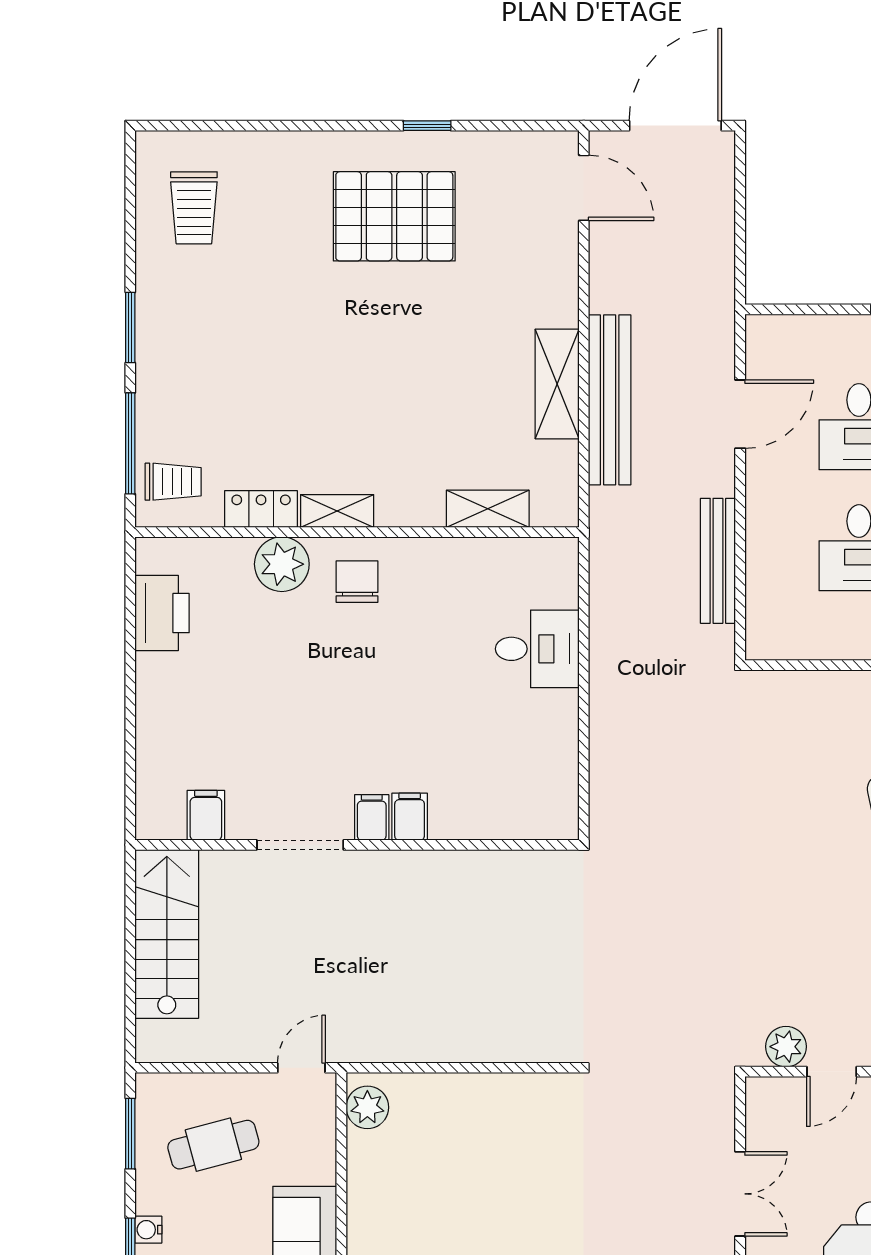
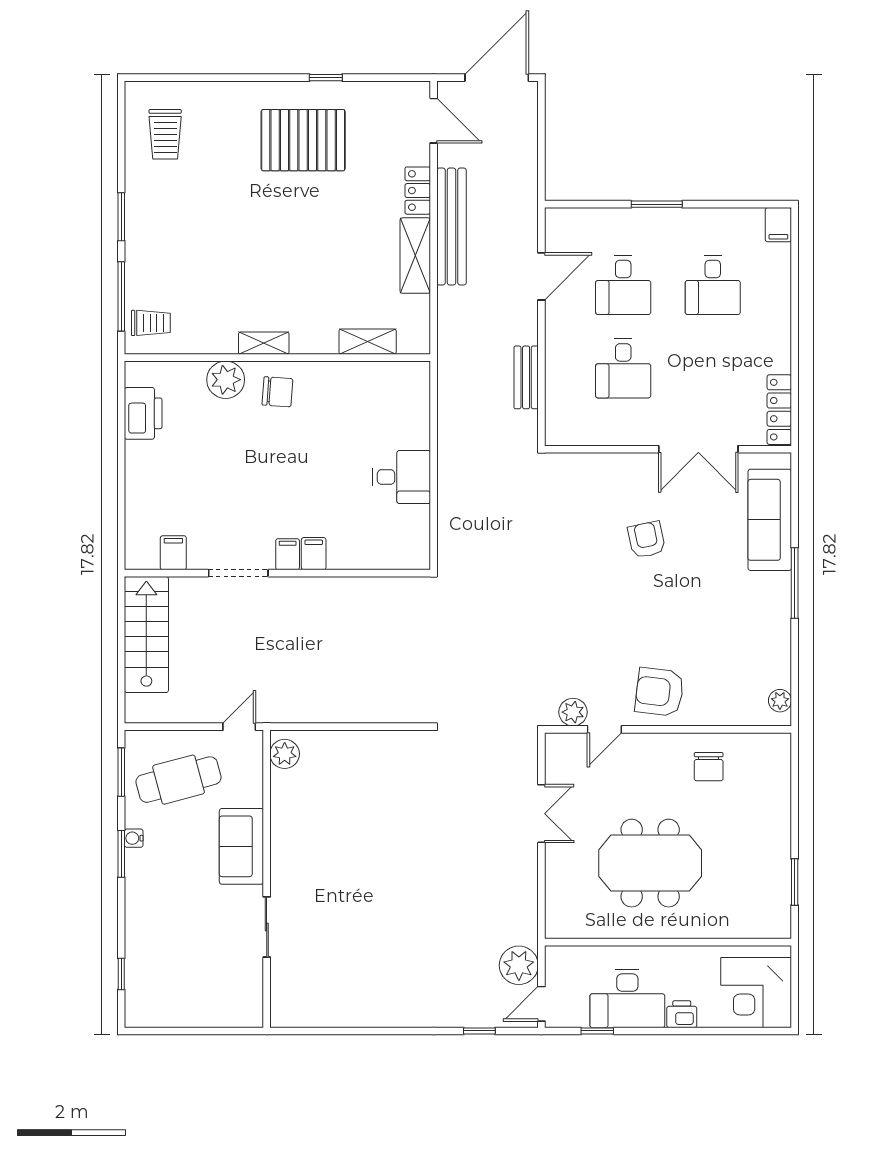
bench: (610, 400) -> (451, 226), moved
locker: (261, 509) -> (418, 191), moved, turned -90
bench: (718, 561) -> (526, 377), width x0.73
chair: (357, 582) -> (277, 392), turned 94
desk: (537, 649) -> (402, 477), moved
cafe table: (213, 1145) -> (178, 780), width x1.37, depth x1.35

